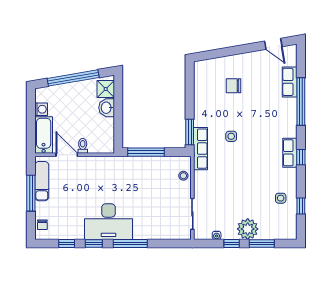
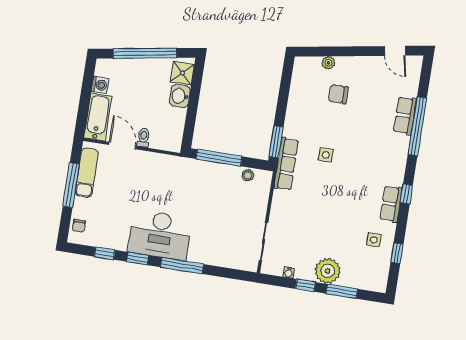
plant: (221, 62) -> (328, 63), added
row of seats: (290, 82) -> (405, 115), moved
row of seats: (290, 153) -> (391, 204), moved
stool: (183, 176) -> (248, 175), moved

